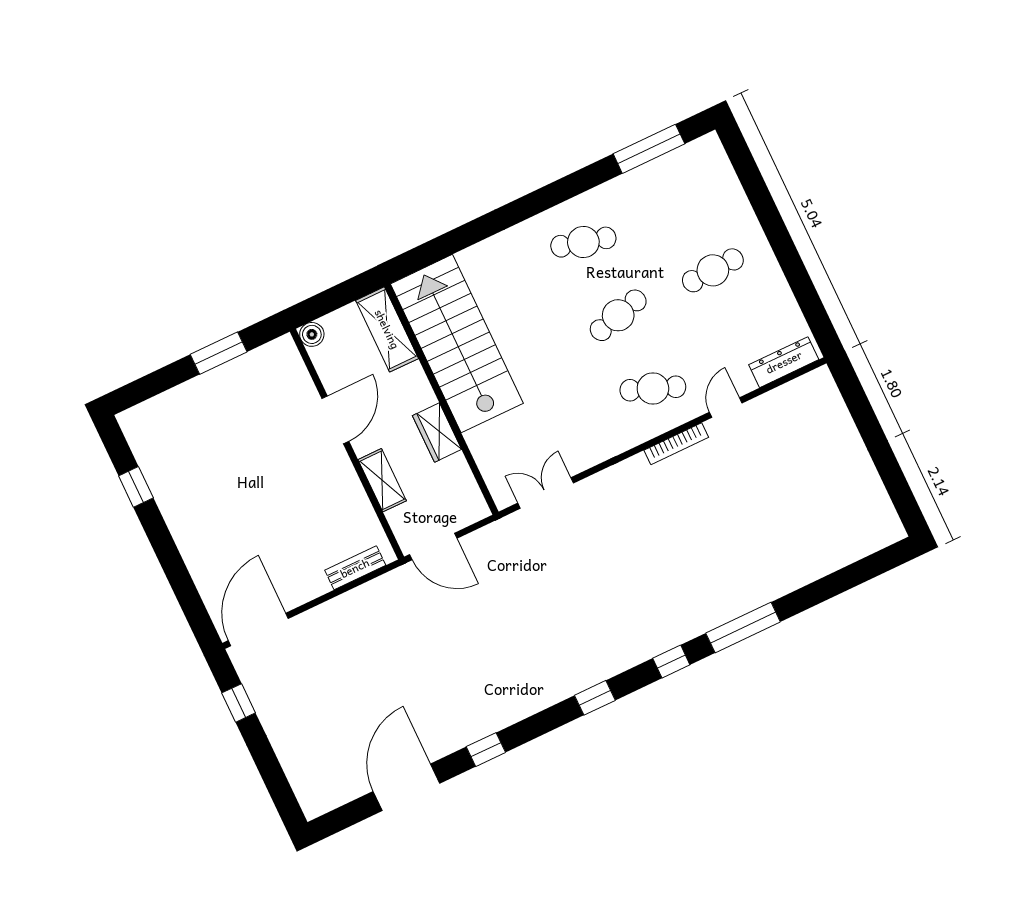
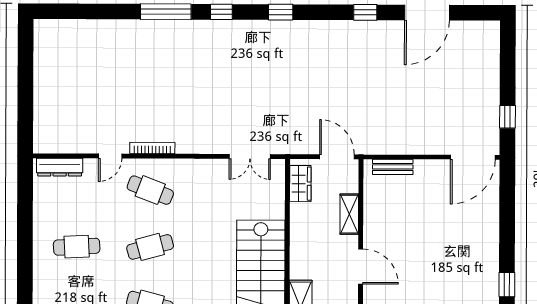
door: (335, 420) -> (361, 266), swing flipped
wardrobe: (437, 433) -> (300, 184), moved

